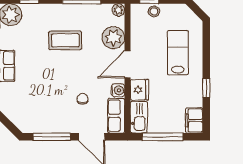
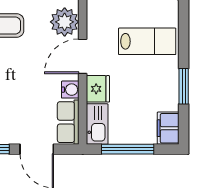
lab bench: (178, 53) -> (147, 41), turned 90
window: (206, 88) -> (184, 86), width x1.50
chair: (83, 99) -> (25, 101), removed

